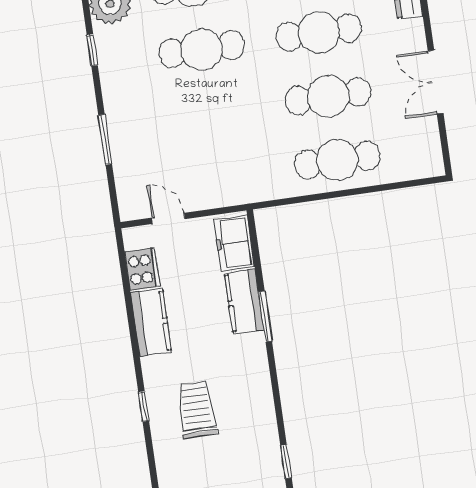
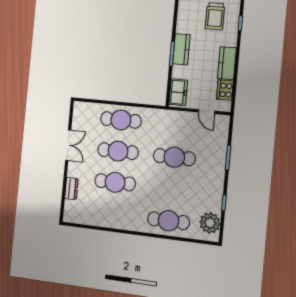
cafe table: (202, 49) -> (174, 157), moved
kitchen counter: (244, 302) -> (181, 49), moved

